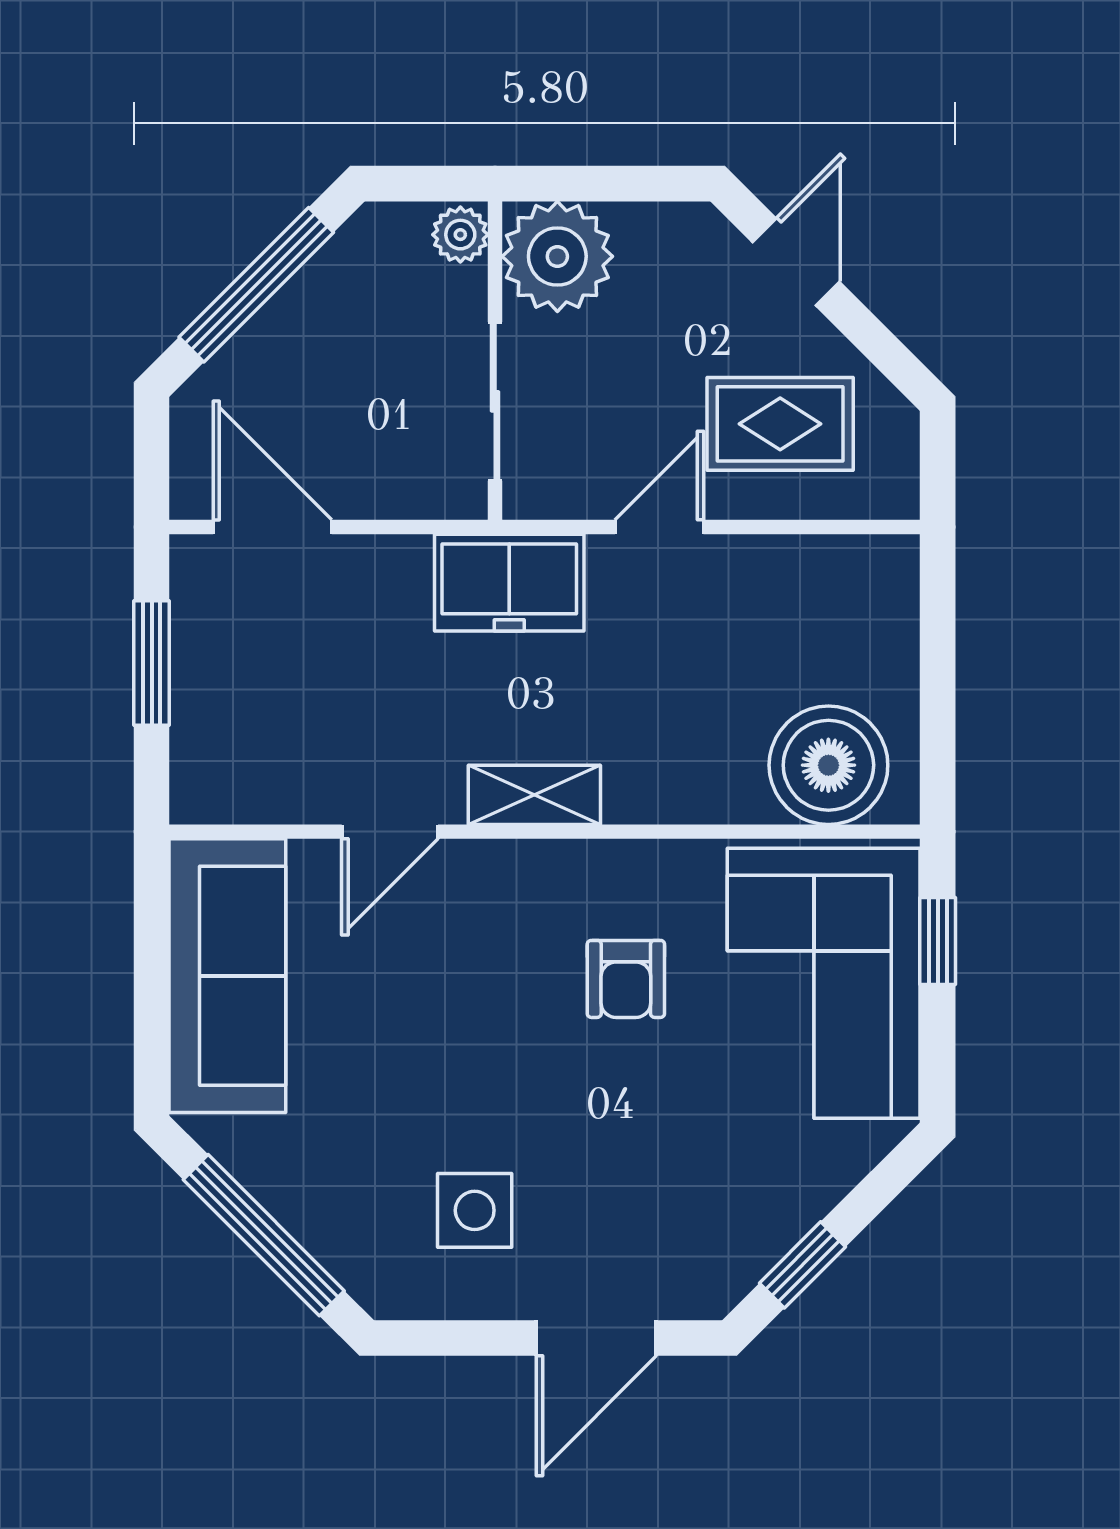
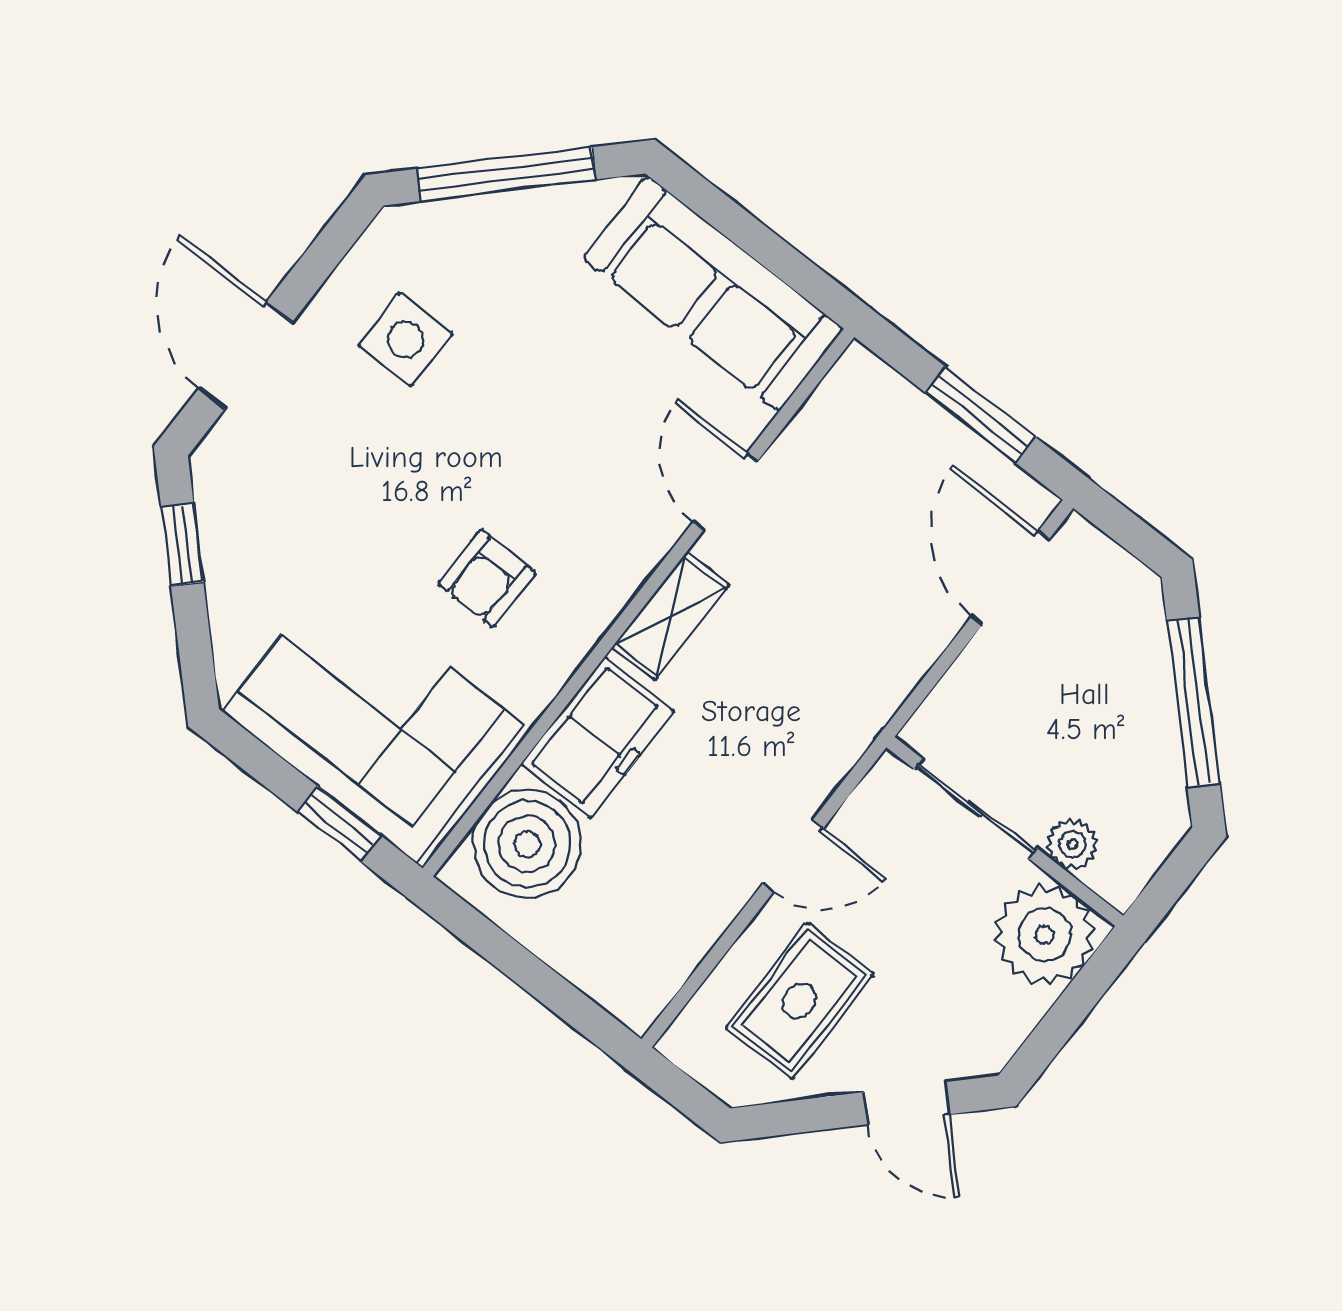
plant: (460, 235) -> (1073, 844), moved
door: (272, 527) -> (1010, 578), swing flipped
door: (659, 527) -> (793, 856), hinge flipped
freezer: (509, 583) -> (597, 738), moved, turned 180
armchair: (626, 979) -> (487, 578), turned -90

